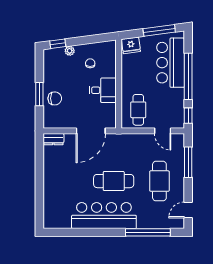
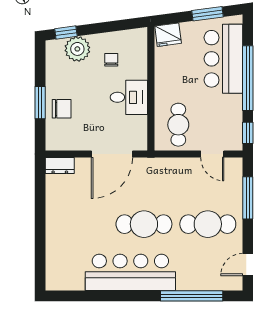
window: (159, 30) -> (207, 14), width x0.69
plant: (70, 51) -> (77, 49), width x1.88, depth x1.88
cafe table: (159, 181) -> (208, 224), turned 90

